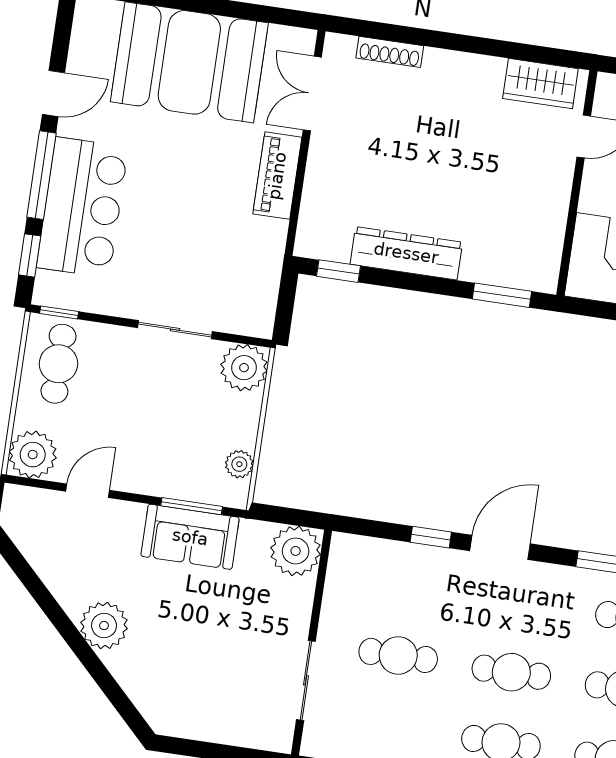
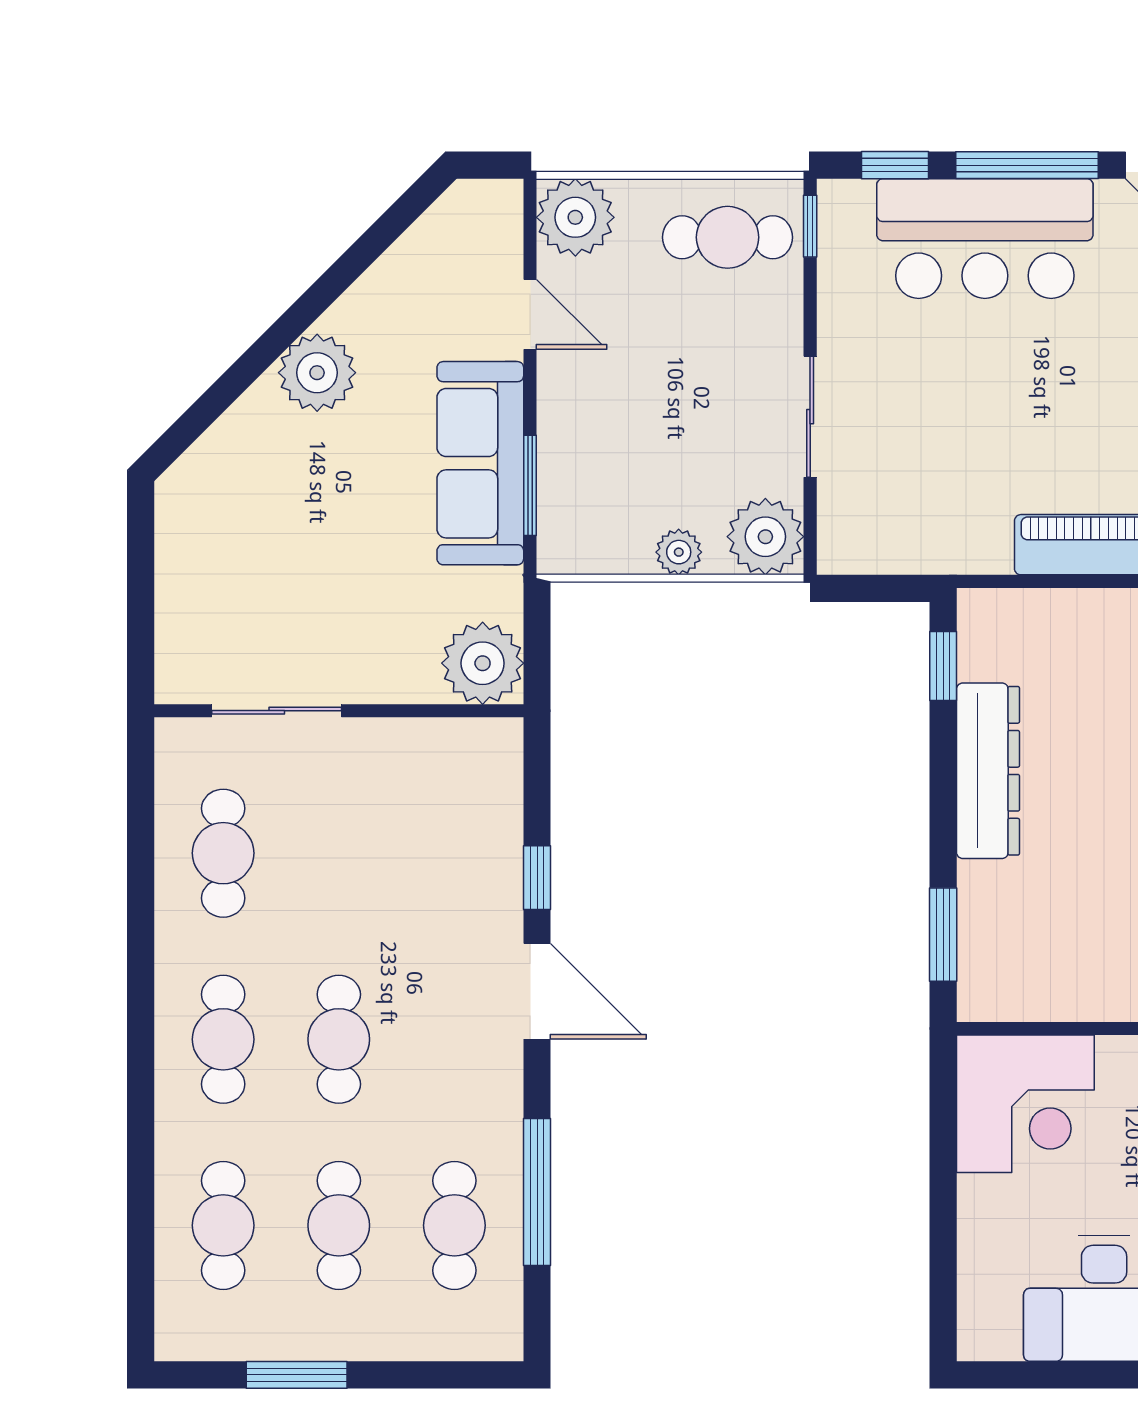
plant: (239, 464) -> (679, 552), moved
sofa: (190, 537) -> (480, 463), width x1.36
cafe table: (398, 655) -> (223, 853), moved

